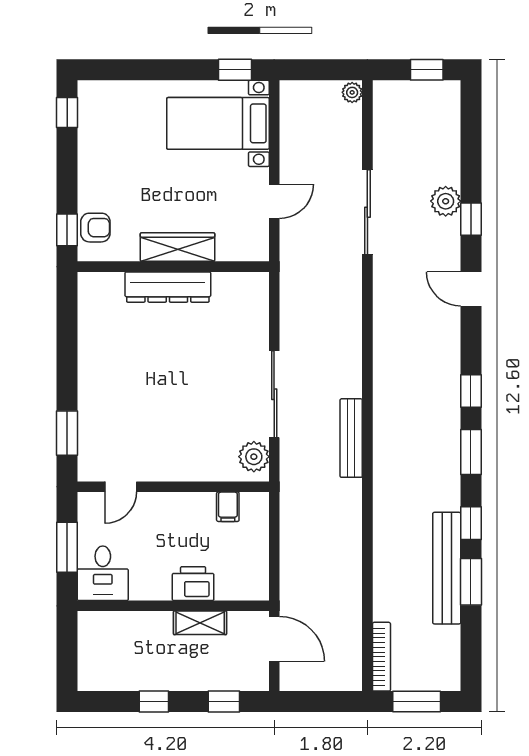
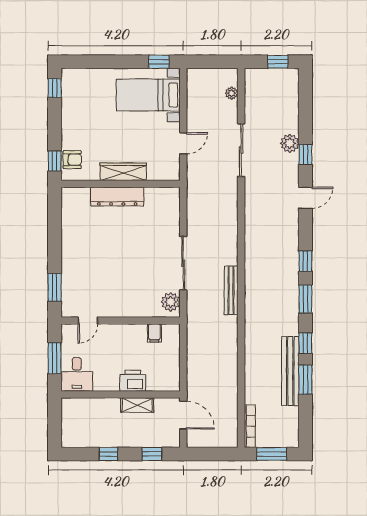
plant: (352, 92) -> (232, 93), moved
door: (471, 289) -> (305, 198), swing flipped

